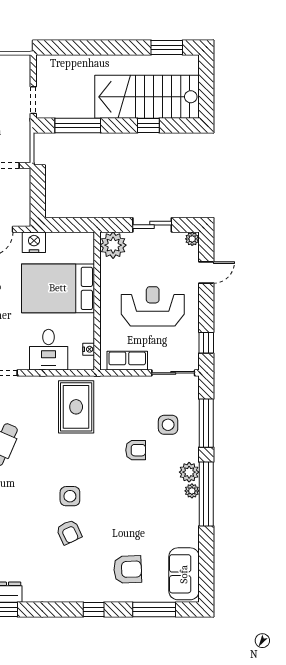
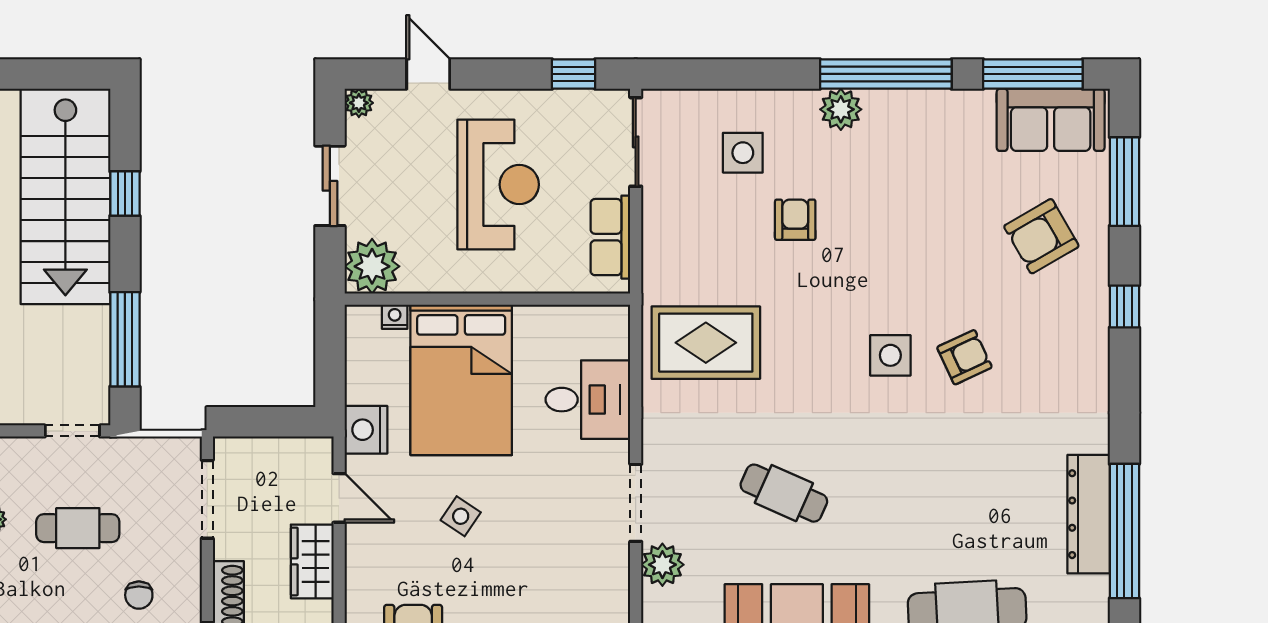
reception desk: (153, 306) -> (498, 185), turned 180
nightstand: (89, 349) -> (395, 317), moved
window: (206, 423) -> (1033, 74), moved
plant: (192, 491) -> (879, 104), removed
armchair: (128, 569) -> (1041, 236), turned -118

